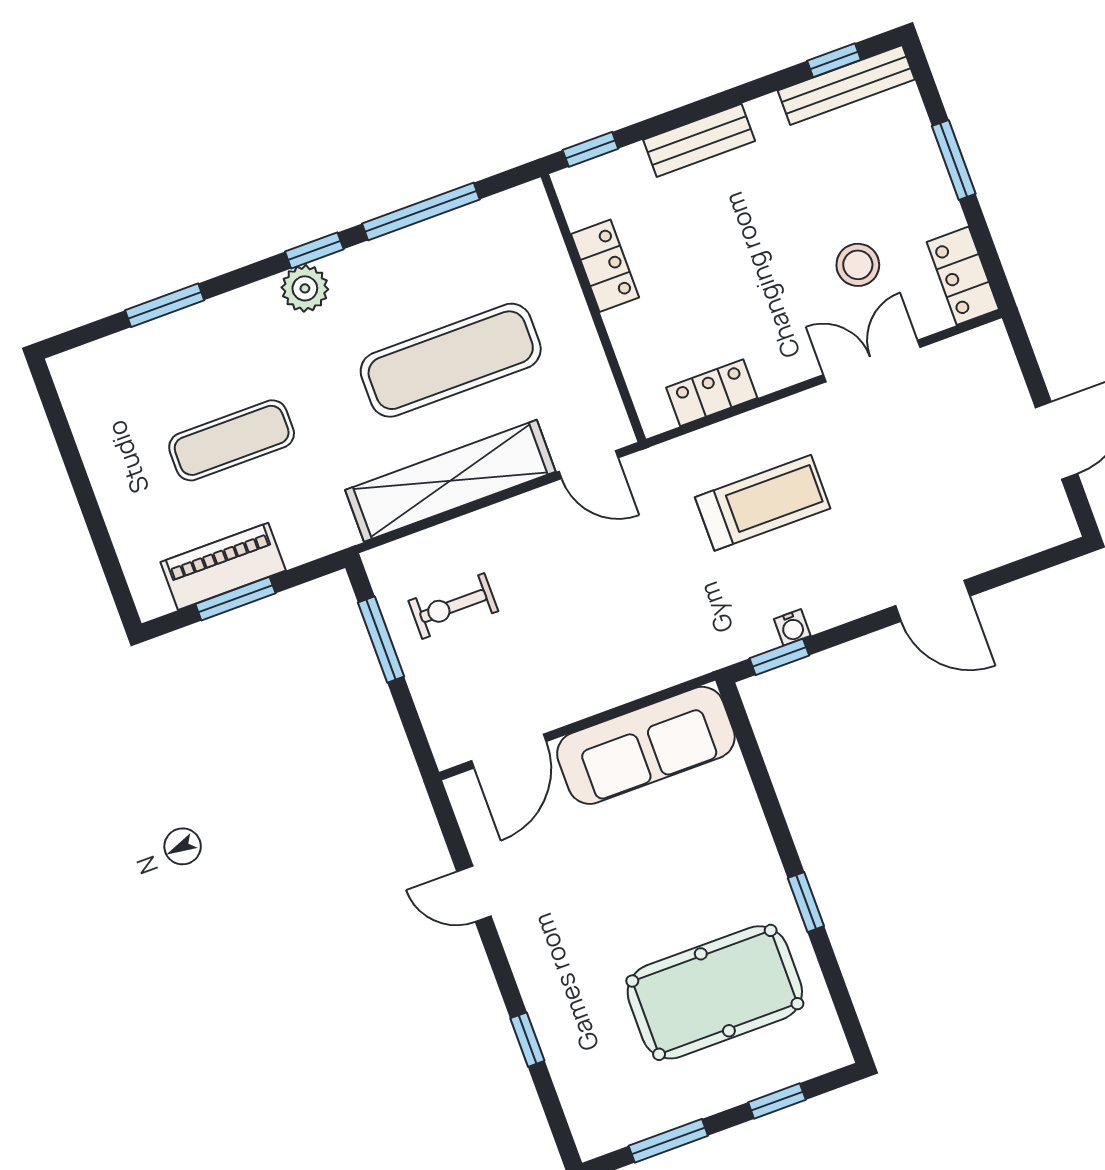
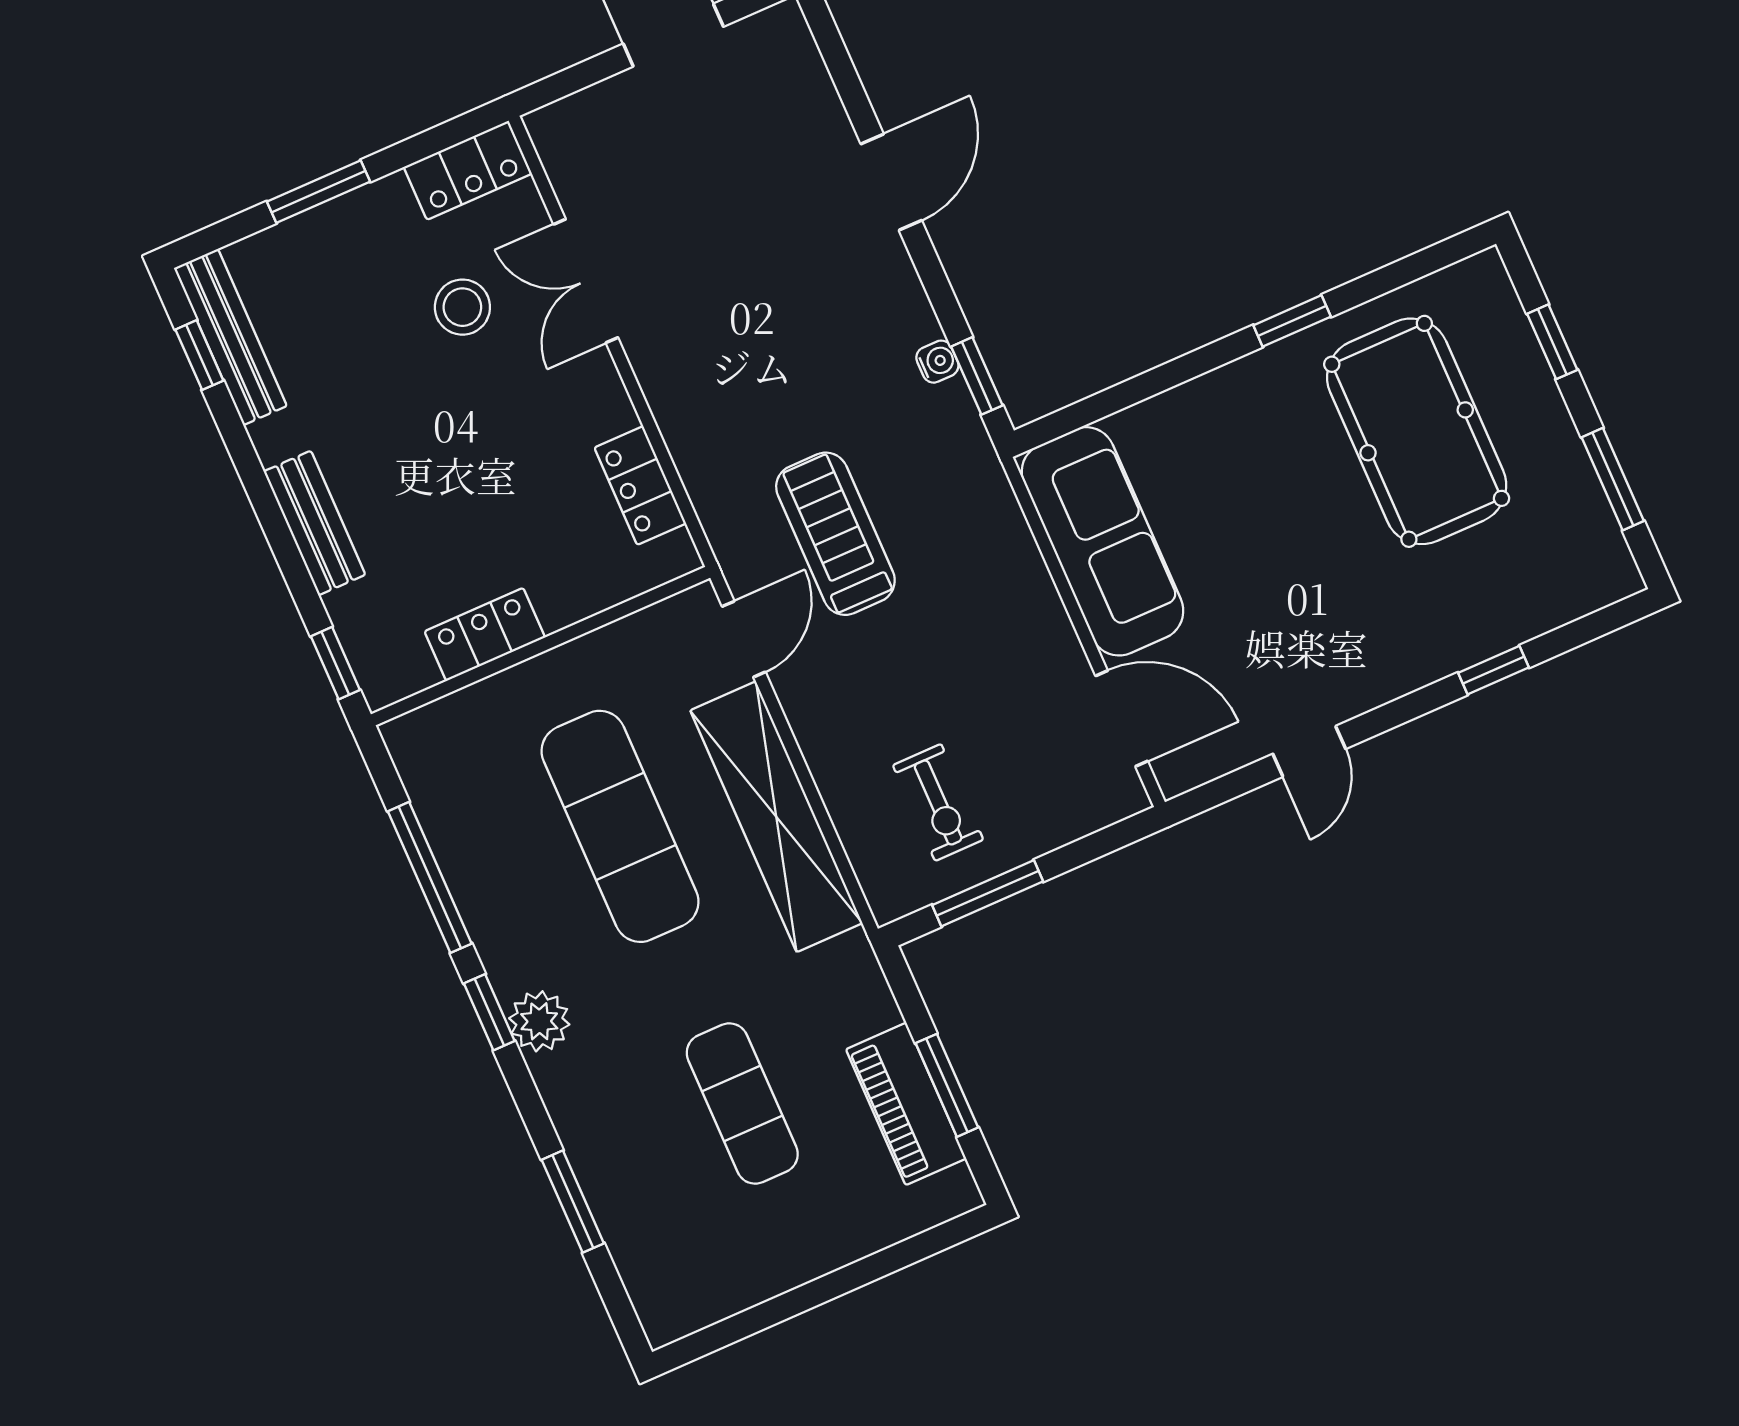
treadmill: (763, 503) -> (835, 534), moved

